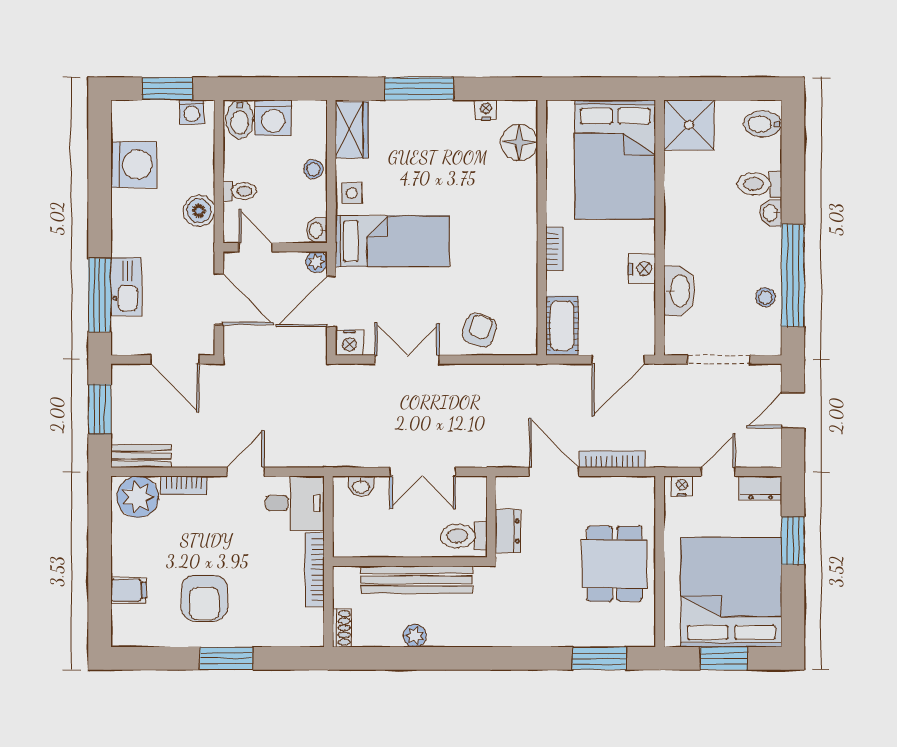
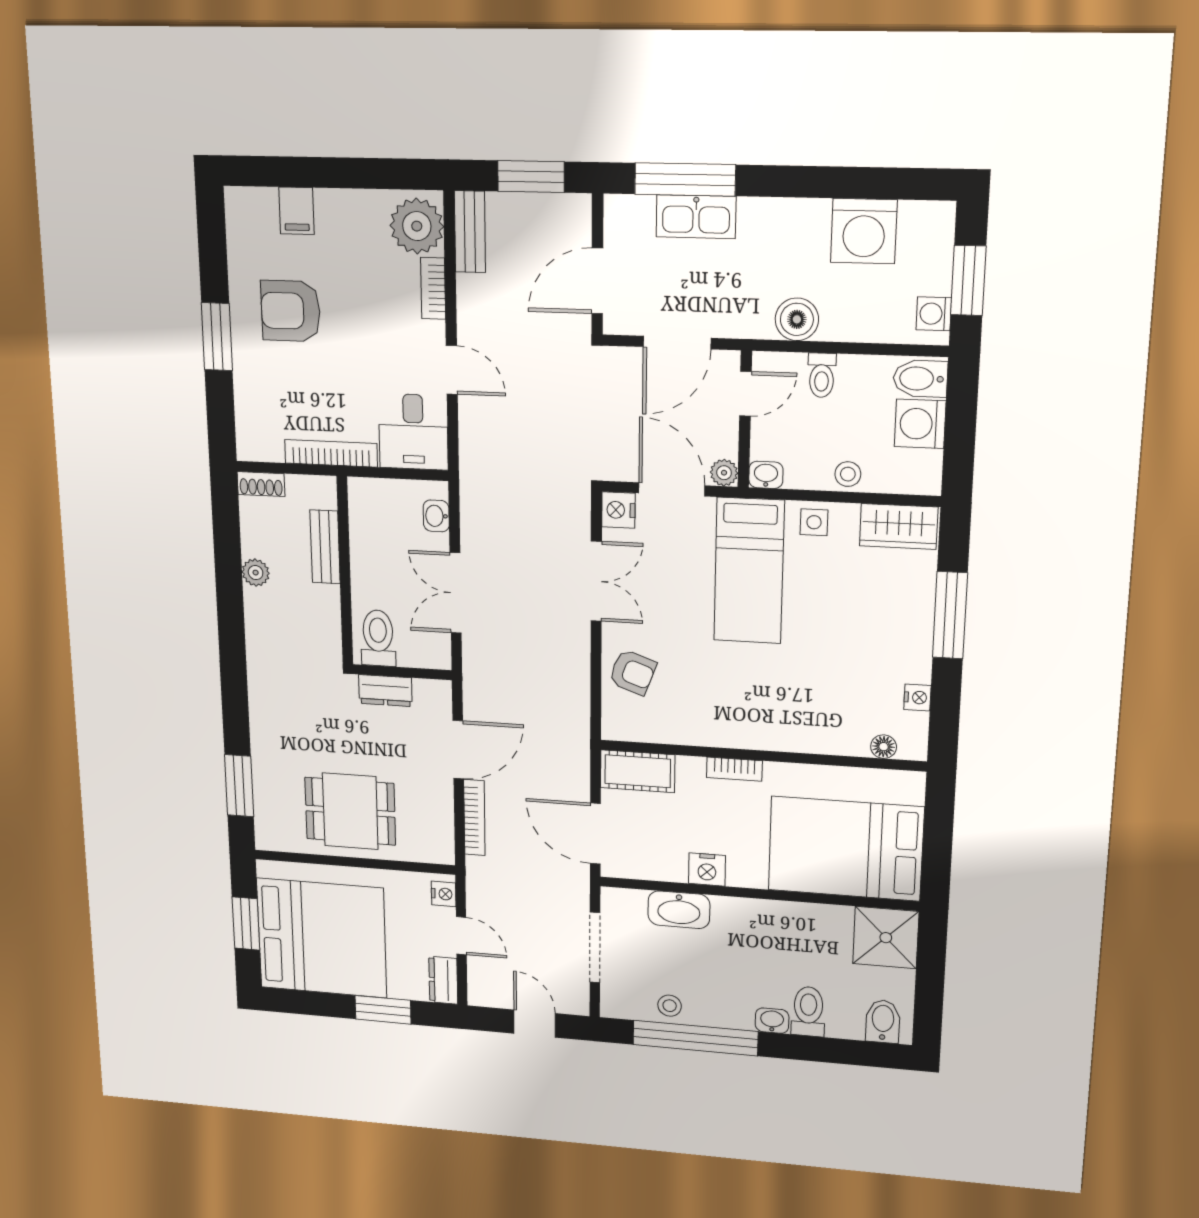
floor lamp: (519, 142) -> (884, 747), width x0.53, depth x0.53
bench: (416, 580) -> (325, 547), width x0.54, depth x0.82

